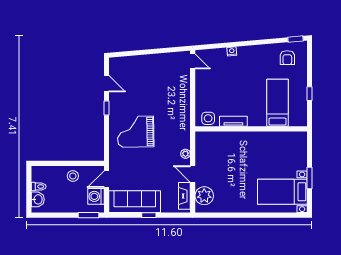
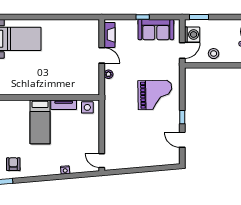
bed: (278, 103) -> (40, 122), moved
plant: (204, 196) -> (91, 35), removed
sofa: (135, 202) -> (156, 30), width x0.73

